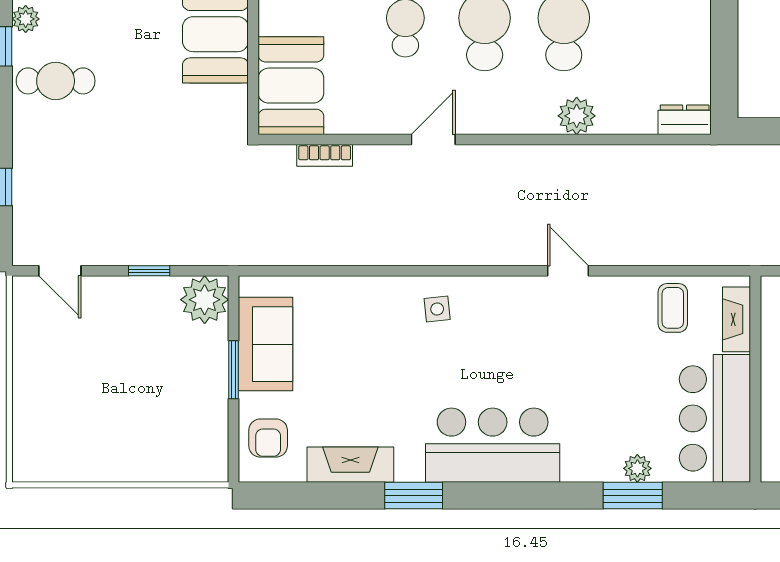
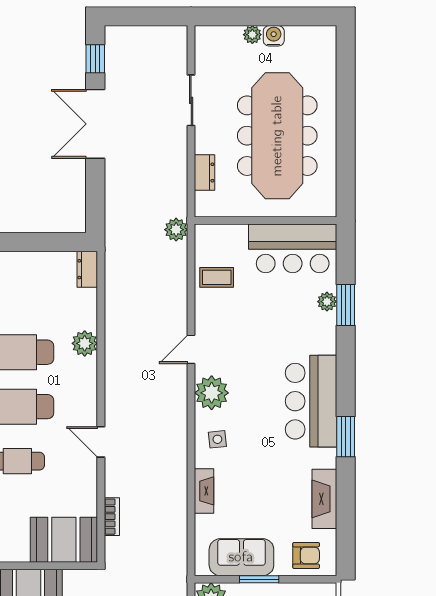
plant: (742, 249) -> (176, 230), added
plant: (505, 301) -> (212, 393), added
fireplace: (737, 319) -> (204, 491), moved, turned -90
window: (414, 496) -> (346, 437), moved

